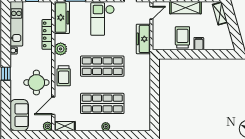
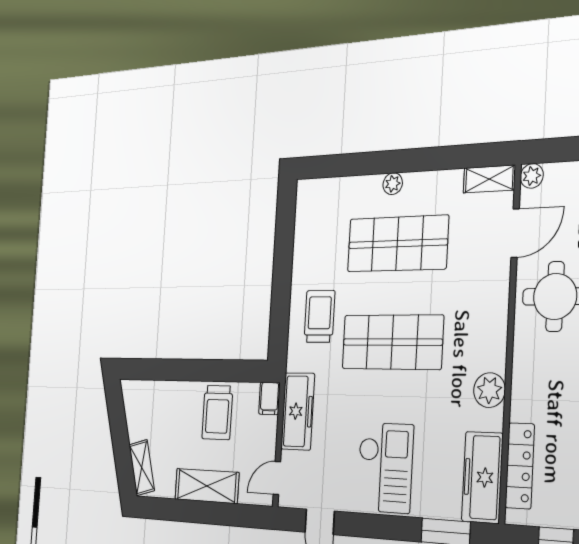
locker: (47, 34) -> (520, 466), moved
filing cabinet: (199, 44) -> (269, 398), moved
trolley: (64, 76) -> (319, 316), moved

